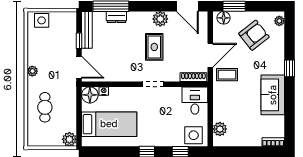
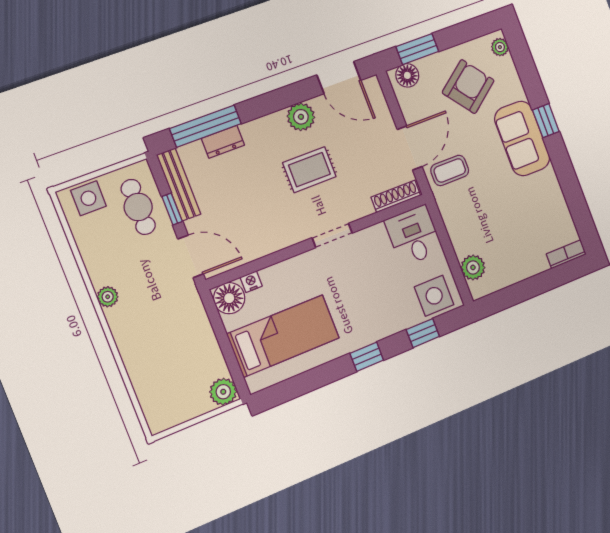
rug: (154, 47) -> (309, 170), turned 90
sofa: (273, 95) -> (522, 138), moved
cafe table: (45, 107) -> (138, 207), moved

